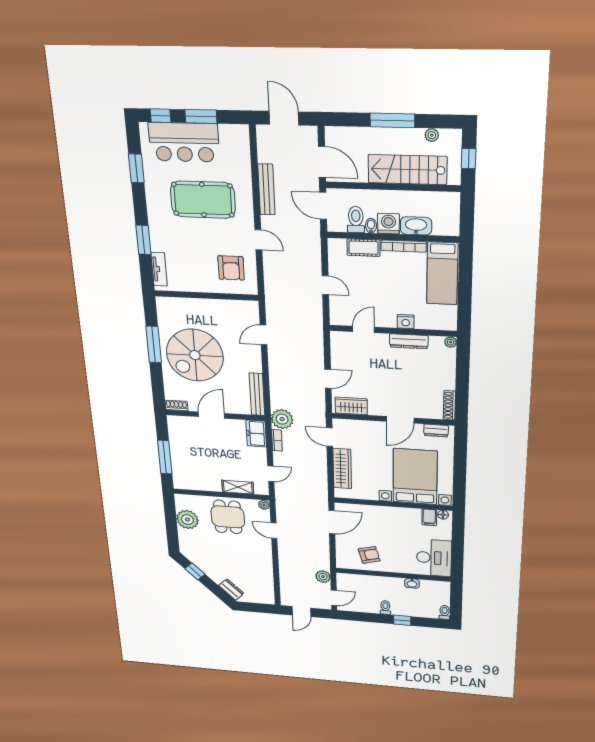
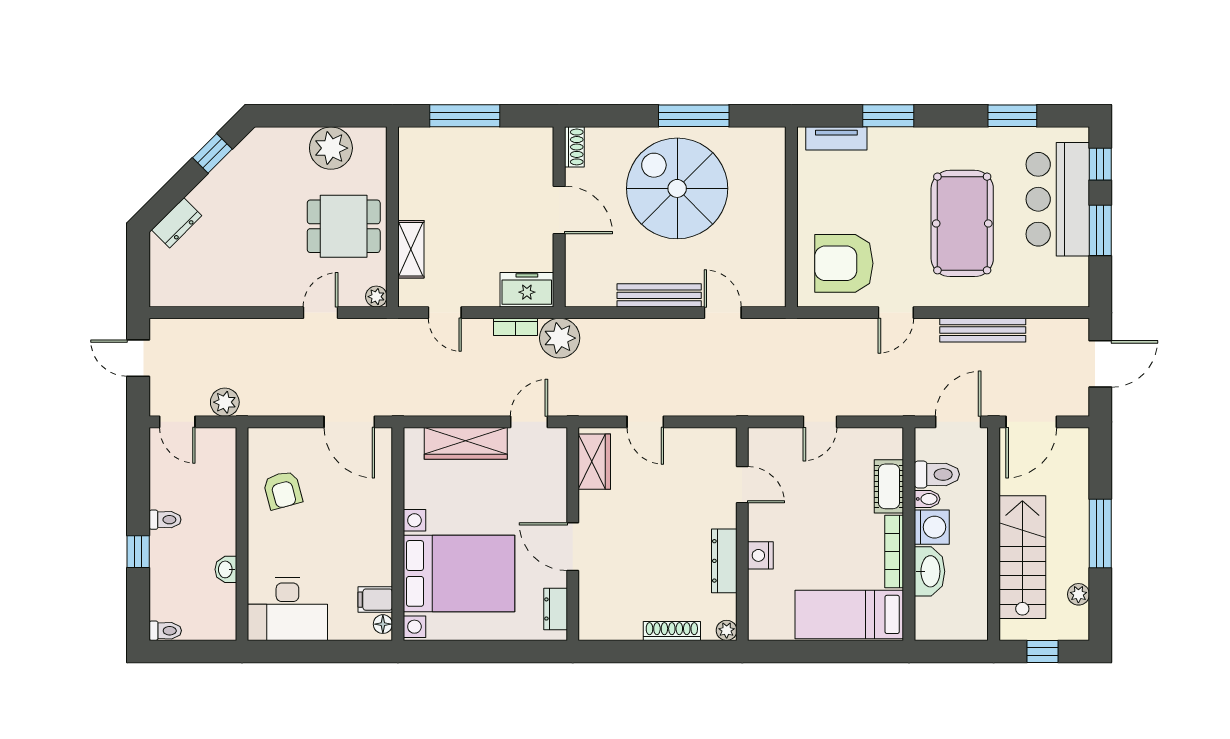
armchair: (231, 268) -> (844, 263), width x1.36, depth x1.36
bench: (257, 394) -> (659, 295), moved
shoe rack: (449, 405) -> (672, 631), moved

